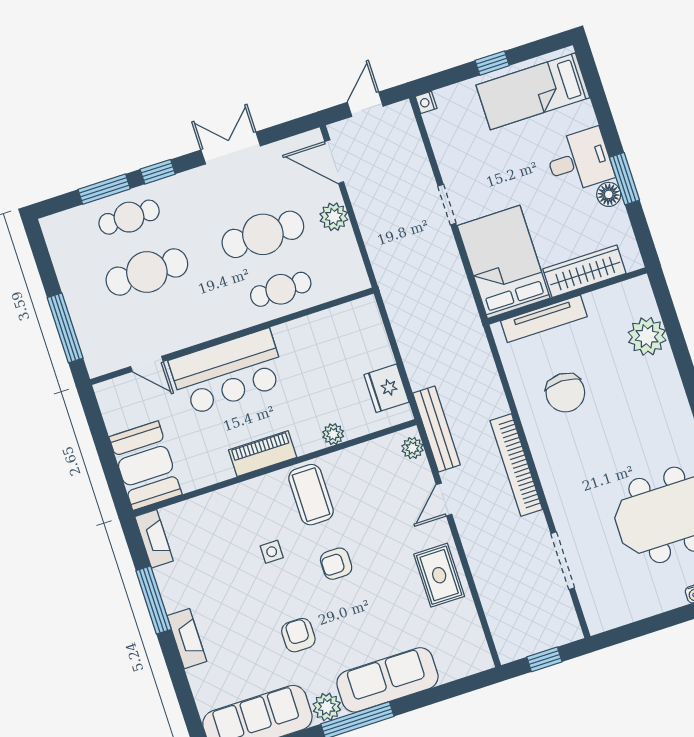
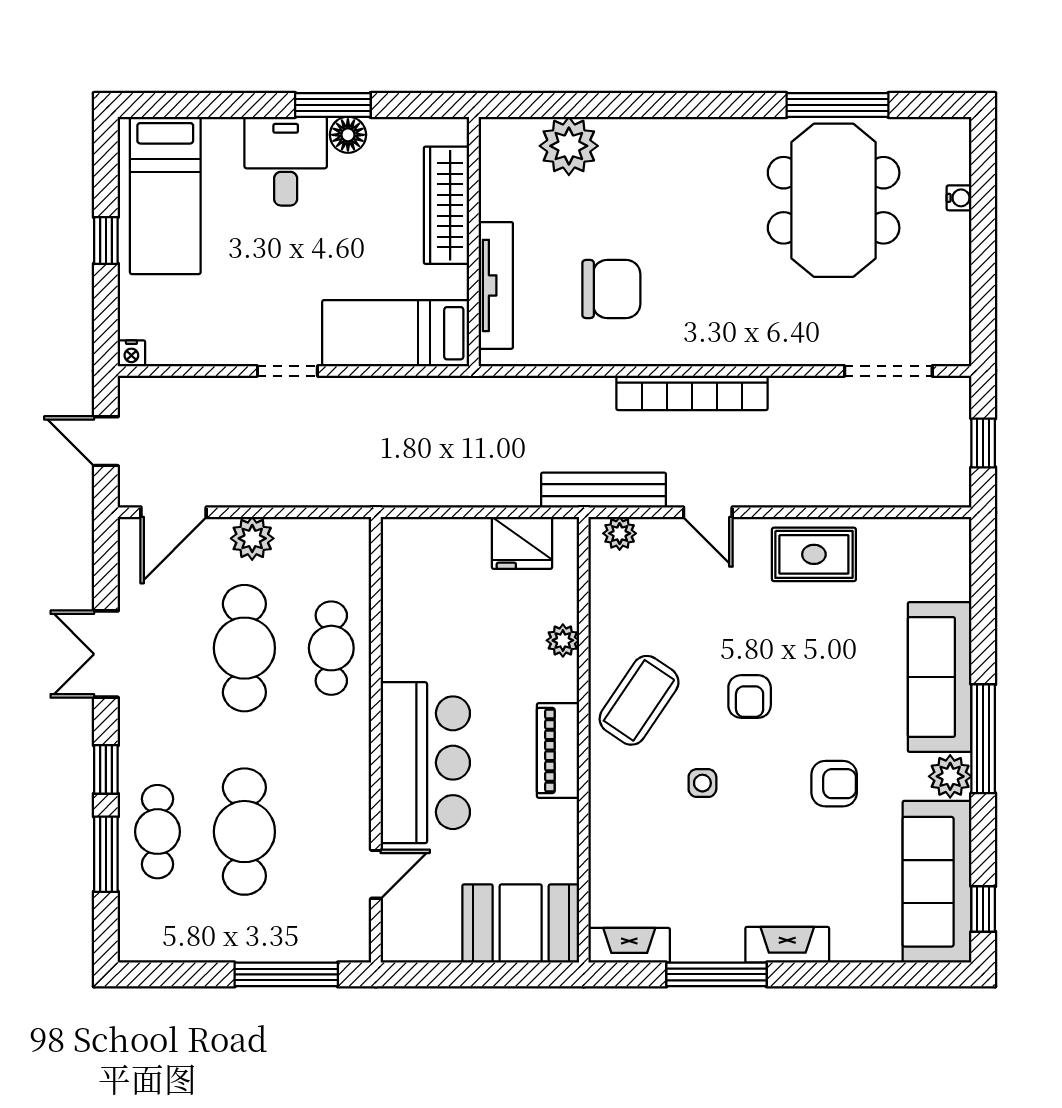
bed: (504, 262) -> (396, 333), width x0.67
coffee table: (311, 495) -> (639, 700), turned -56
doorway: (563, 561) -> (888, 371), moved
armchair: (298, 635) -> (834, 784), turned 180

